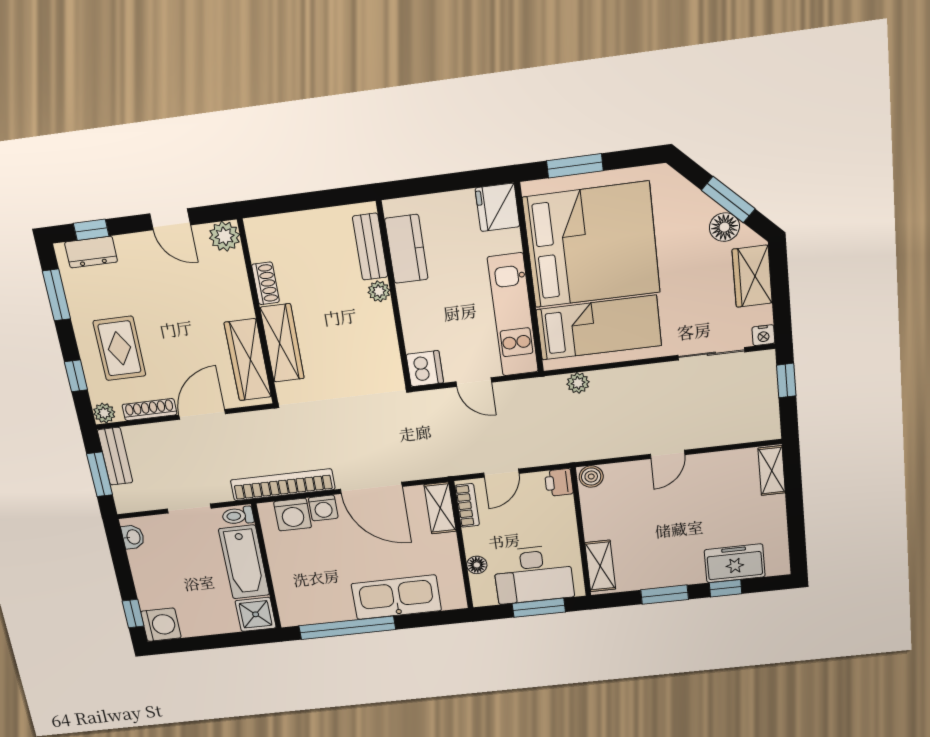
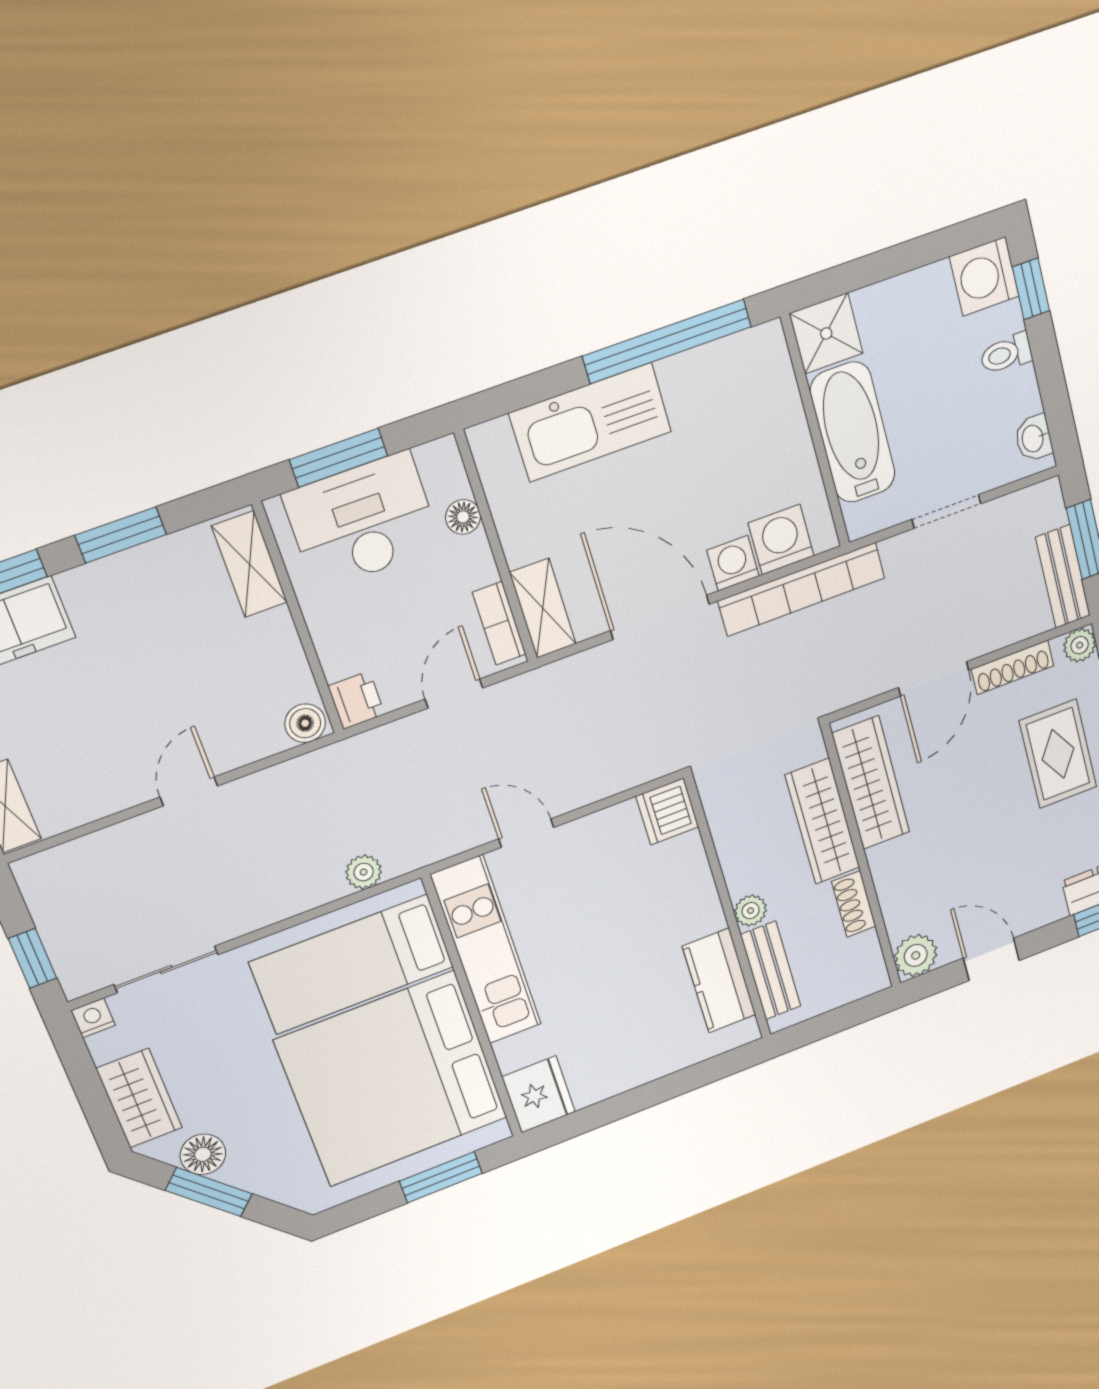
bench: (370, 247) -> (771, 970), moved
kitchen counter: (406, 249) -> (719, 981), moved
plant: (379, 291) -> (751, 911), moved
wall: (394, 296) -> (728, 909), moved
dishwasher: (425, 369) -> (667, 812), moved
toilet: (238, 516) -> (1006, 354), moved, turned 180

